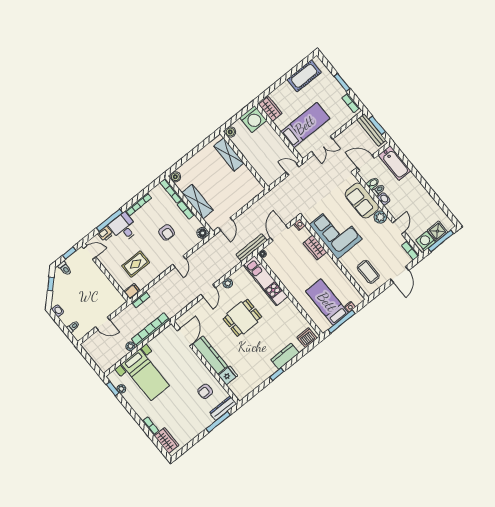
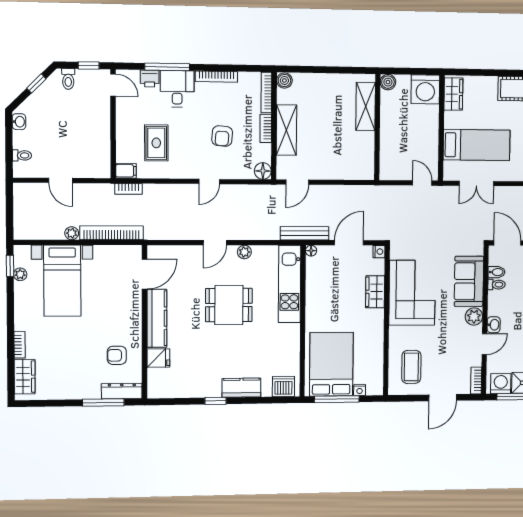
washbasin: (384, 199) -> (494, 325), moved
rug: (136, 264) -> (156, 143), turned 90
bed: (327, 302) -> (331, 364), width x1.50

